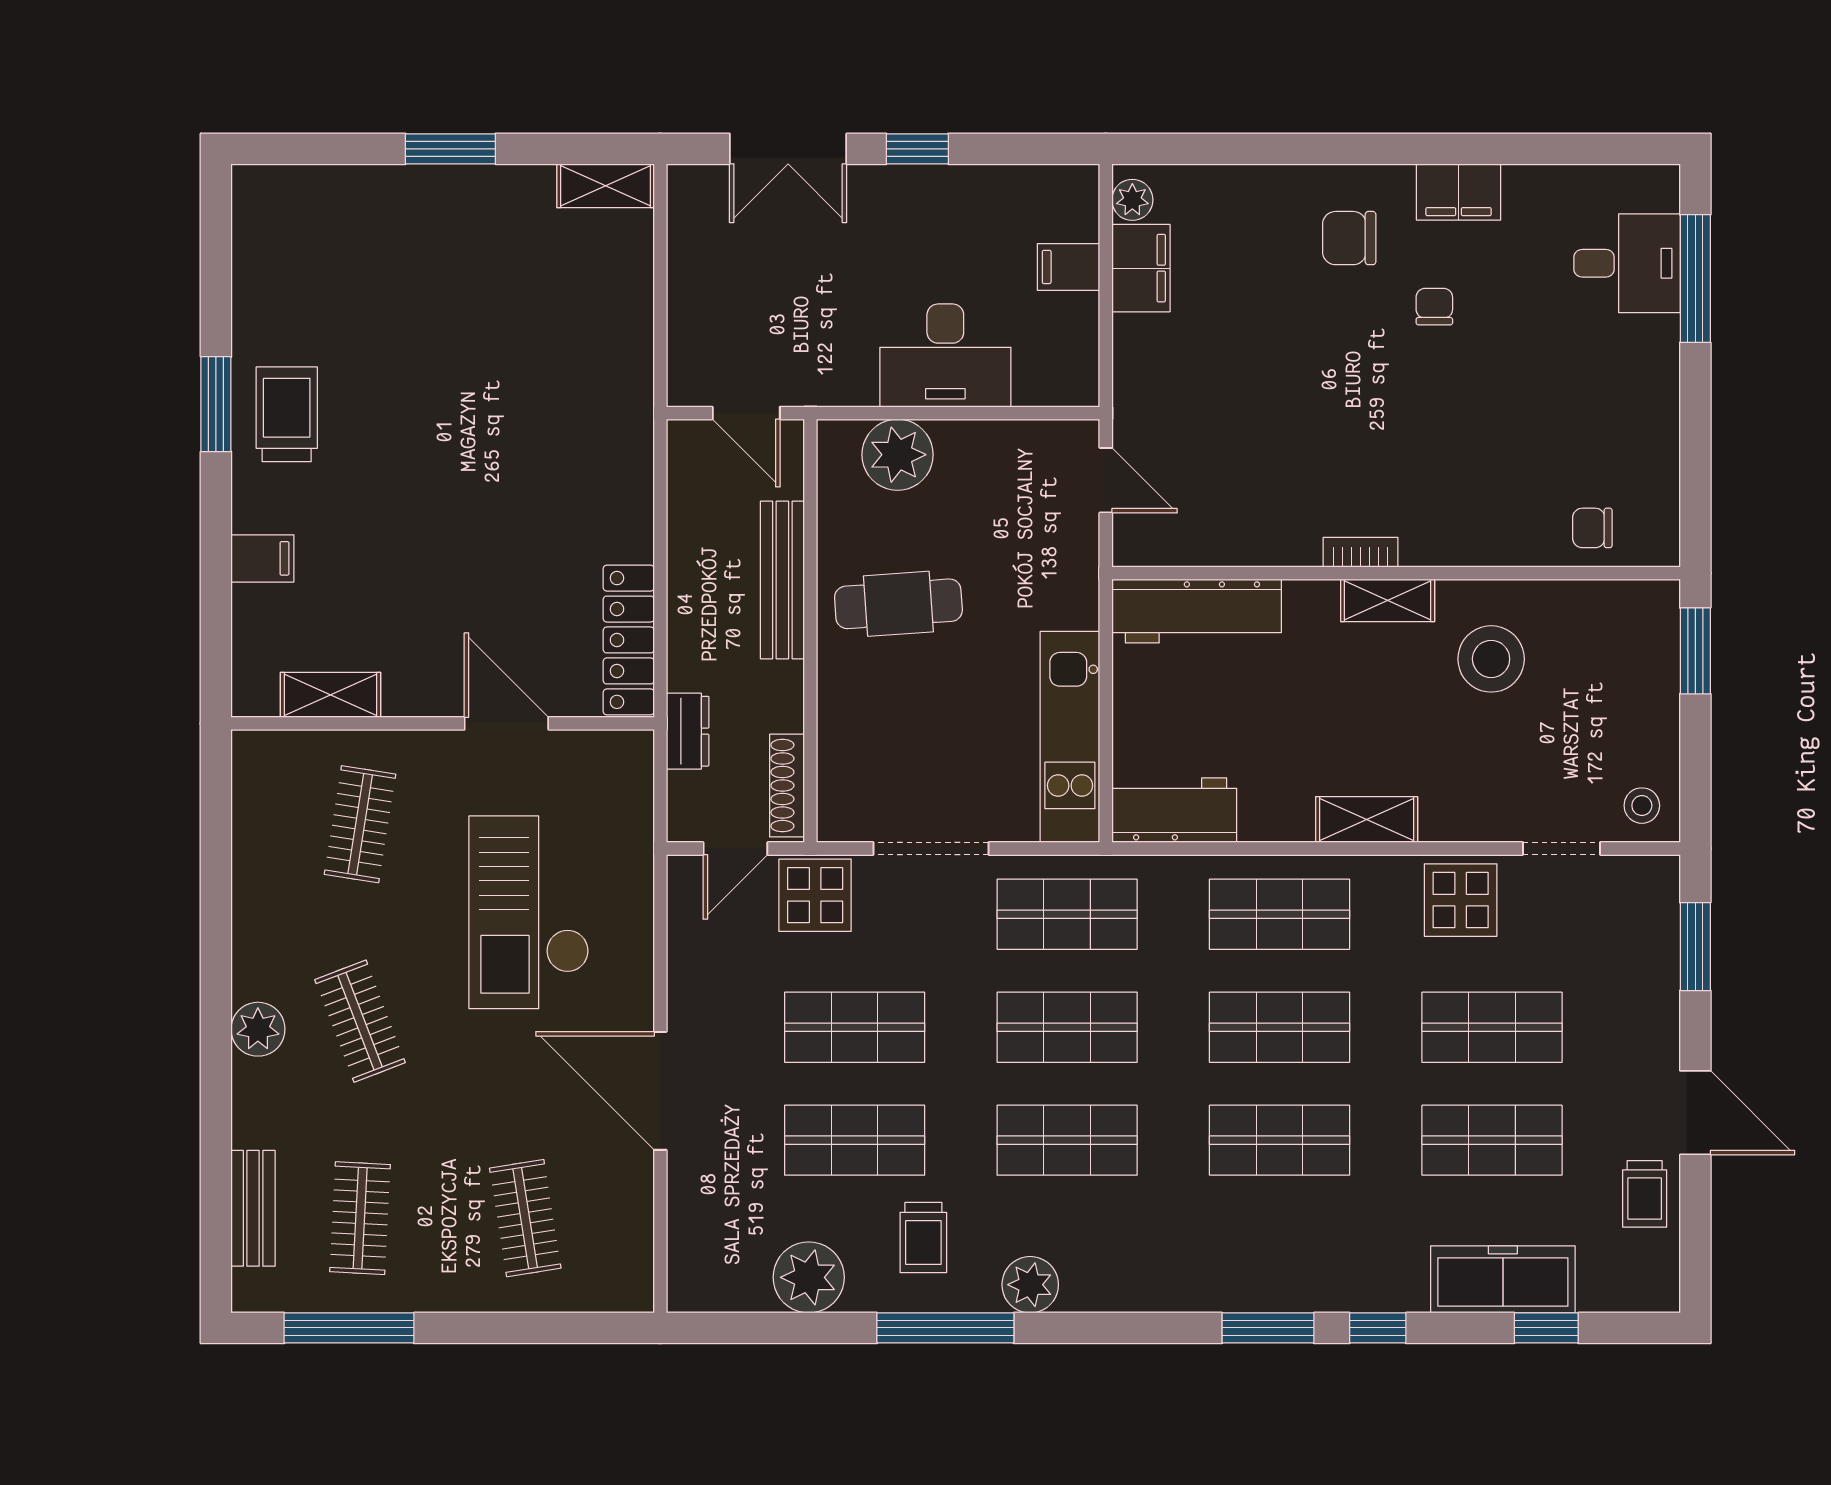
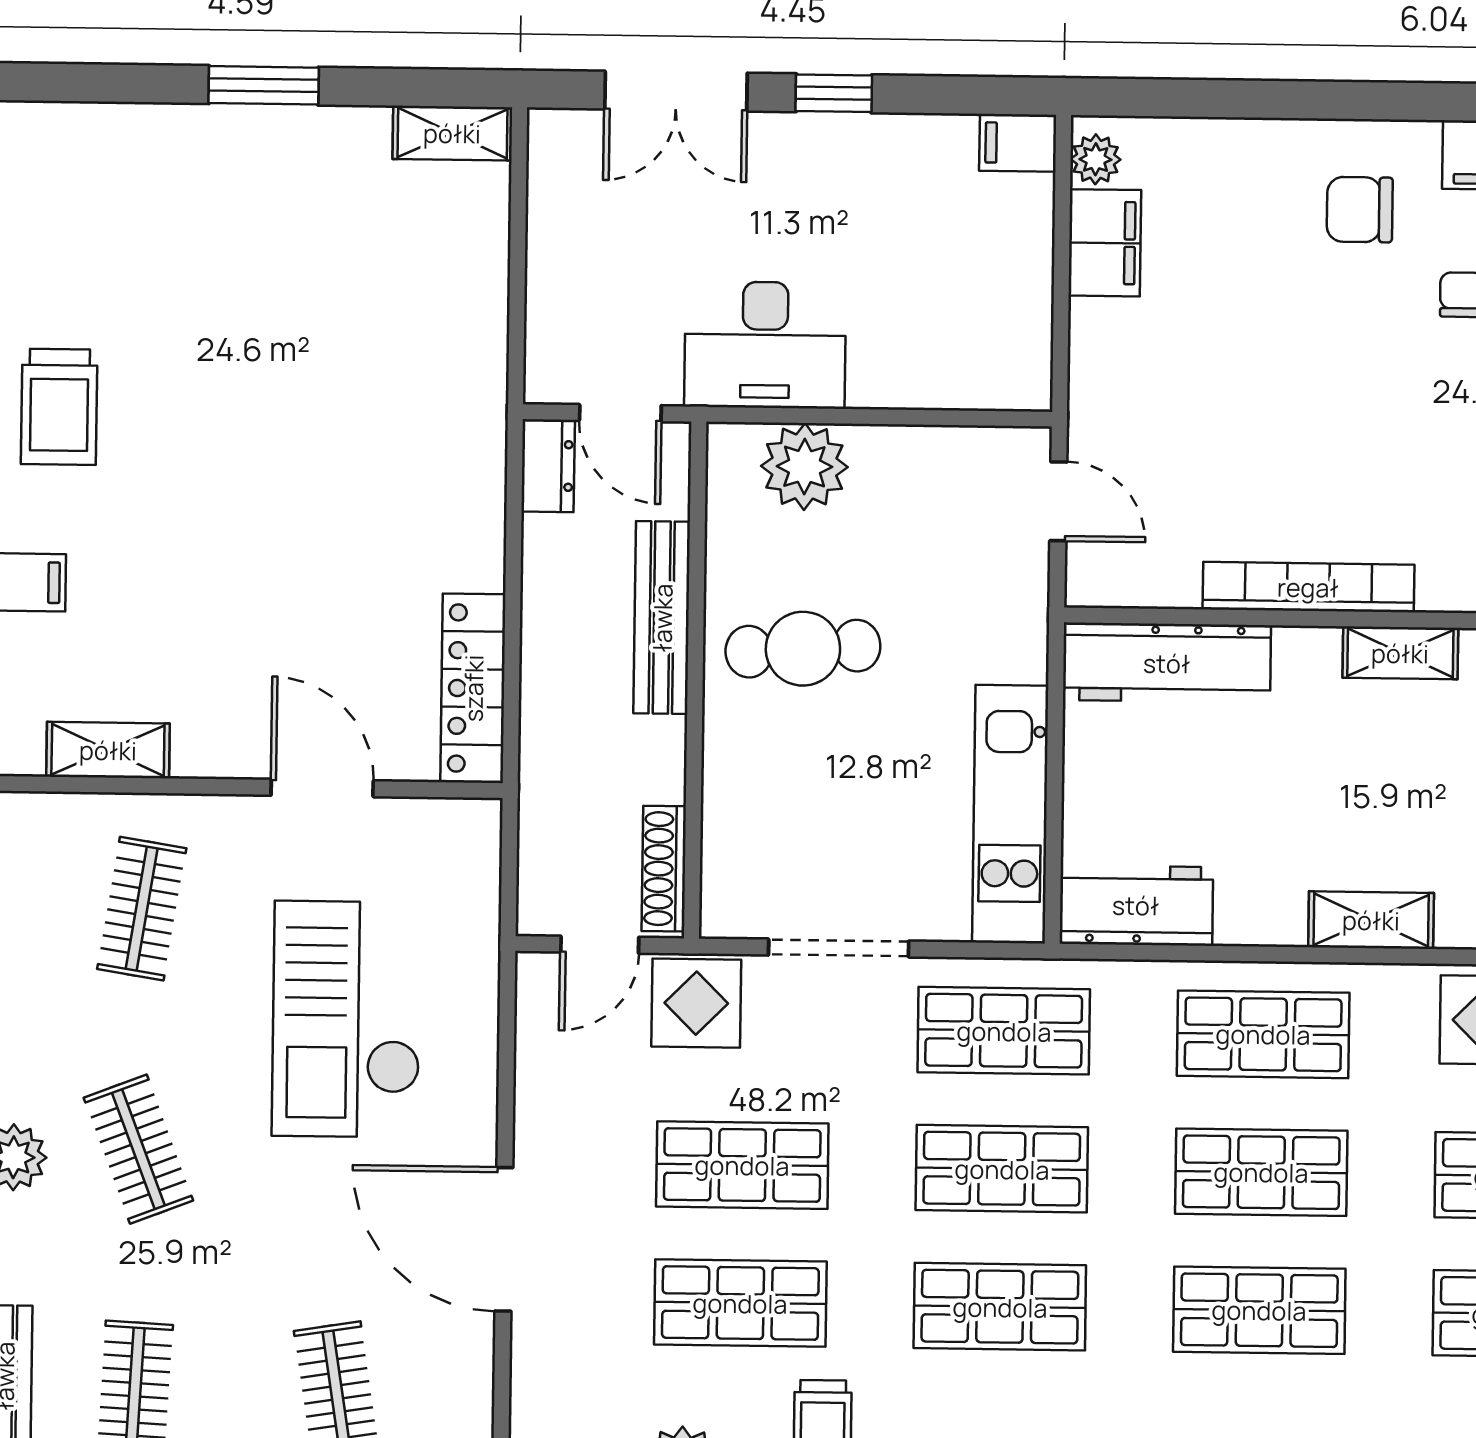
filing cabinet: (1068, 267) -> (1018, 143), moved
desk: (945, 356) -> (765, 345), moved
trolley: (287, 414) -> (59, 407), turned 180
bookcase: (1361, 552) -> (1308, 587), width x2.31, depth x1.31
dresser: (688, 731) -> (548, 466), moved

